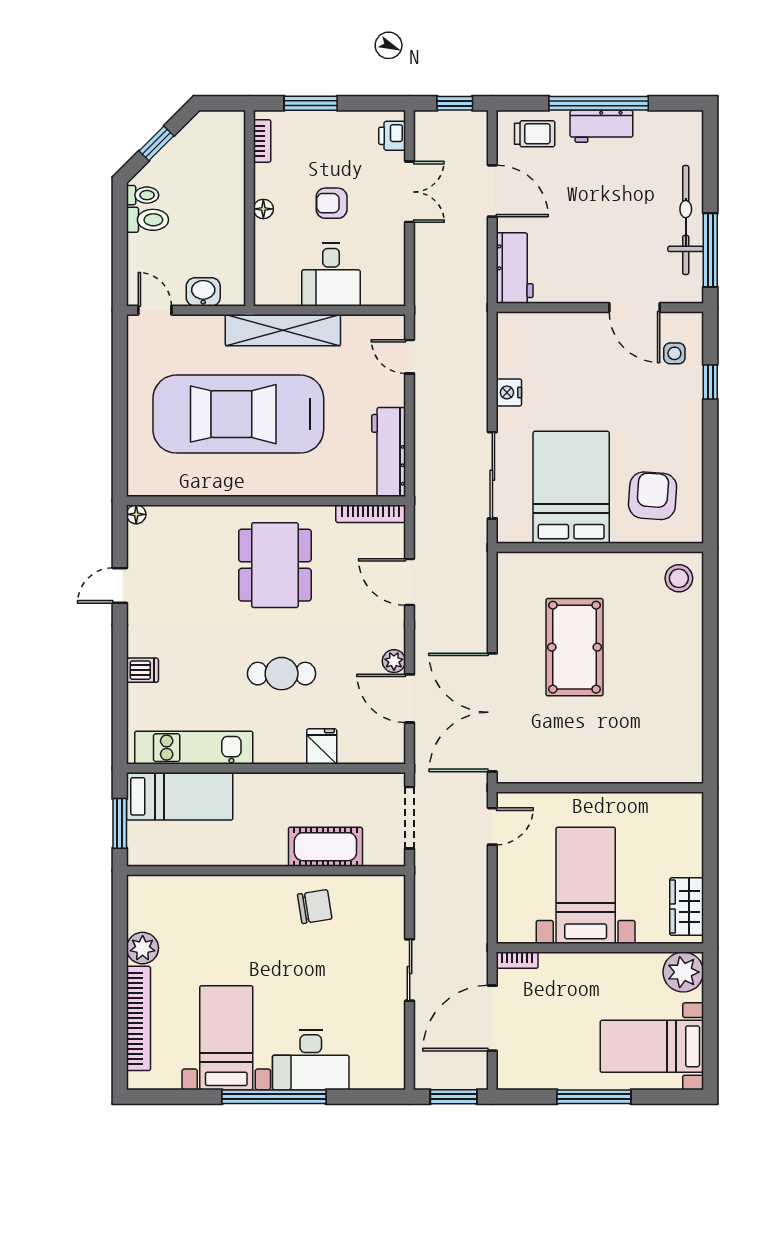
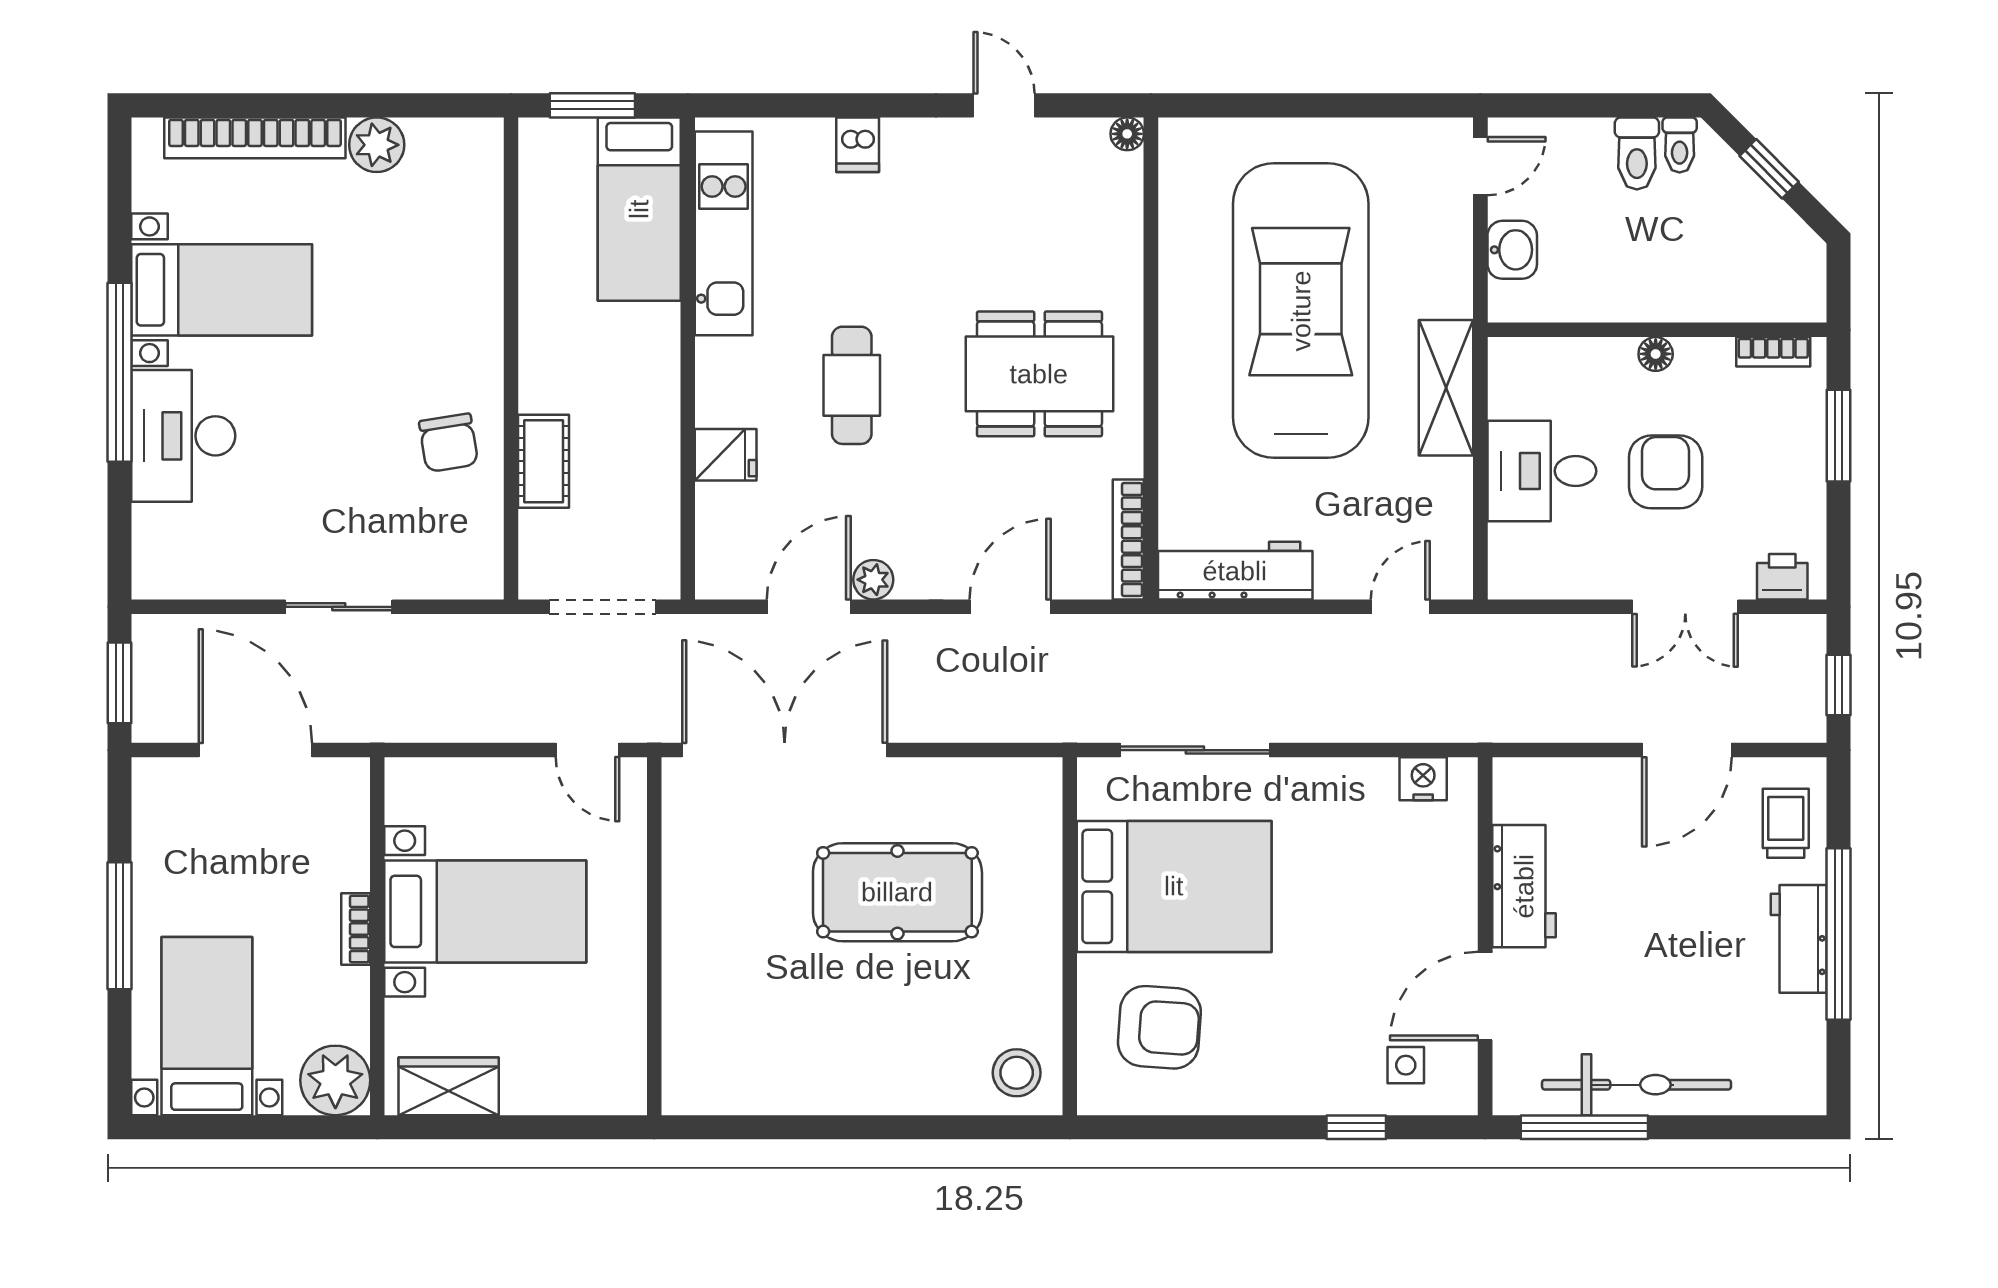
trolley: (535, 134) -> (1786, 823), turned 180
armchair: (332, 203) -> (1666, 472), width x1.38, depth x1.38
workbench: (515, 268) -> (1524, 886), moved, turned -90
shelving: (283, 330) -> (1446, 388), width x0.68
nightstand: (509, 392) -> (1423, 779), moved
cot: (325, 847) -> (544, 461), width x0.73, depth x0.75
bookcase: (517, 960) -> (356, 929), moved

